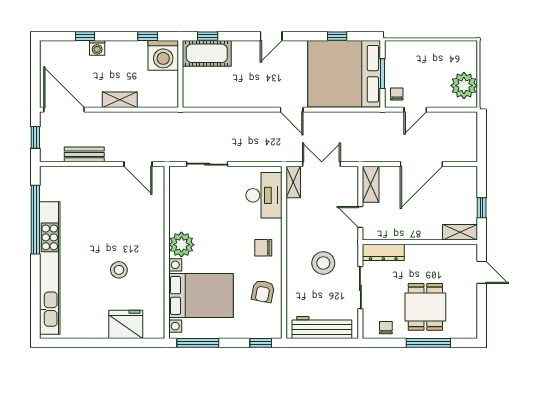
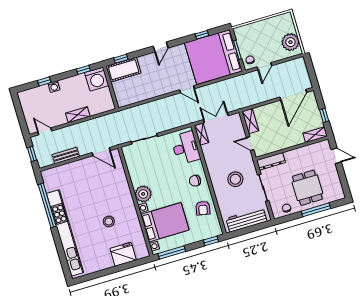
door: (64, 110) -> (45, 131), width x0.53
door: (421, 164) -> (293, 95), moved

